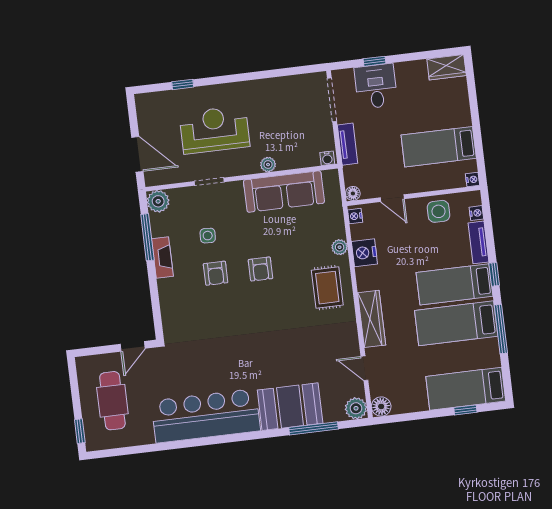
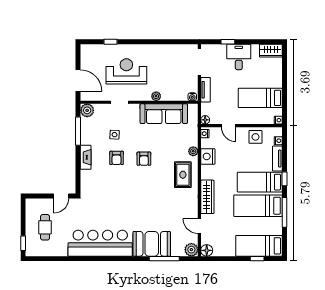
desk: (376, 86) -> (239, 57), moved
fireplace: (162, 258) -> (86, 157), moved
cafe table: (112, 401) -> (45, 227), width x0.73, depth x0.74

